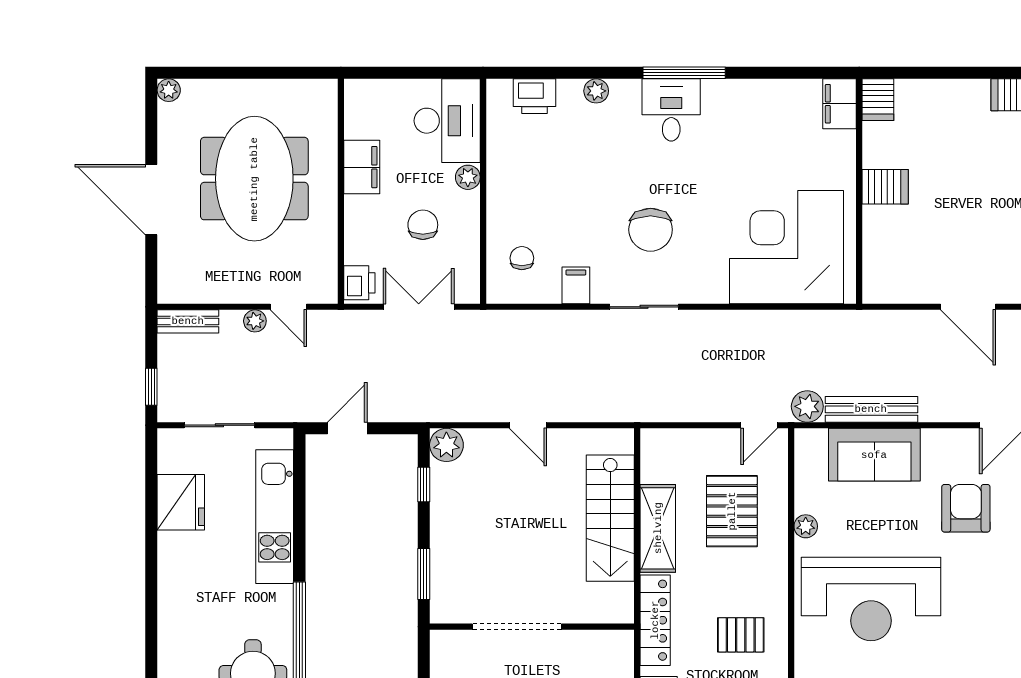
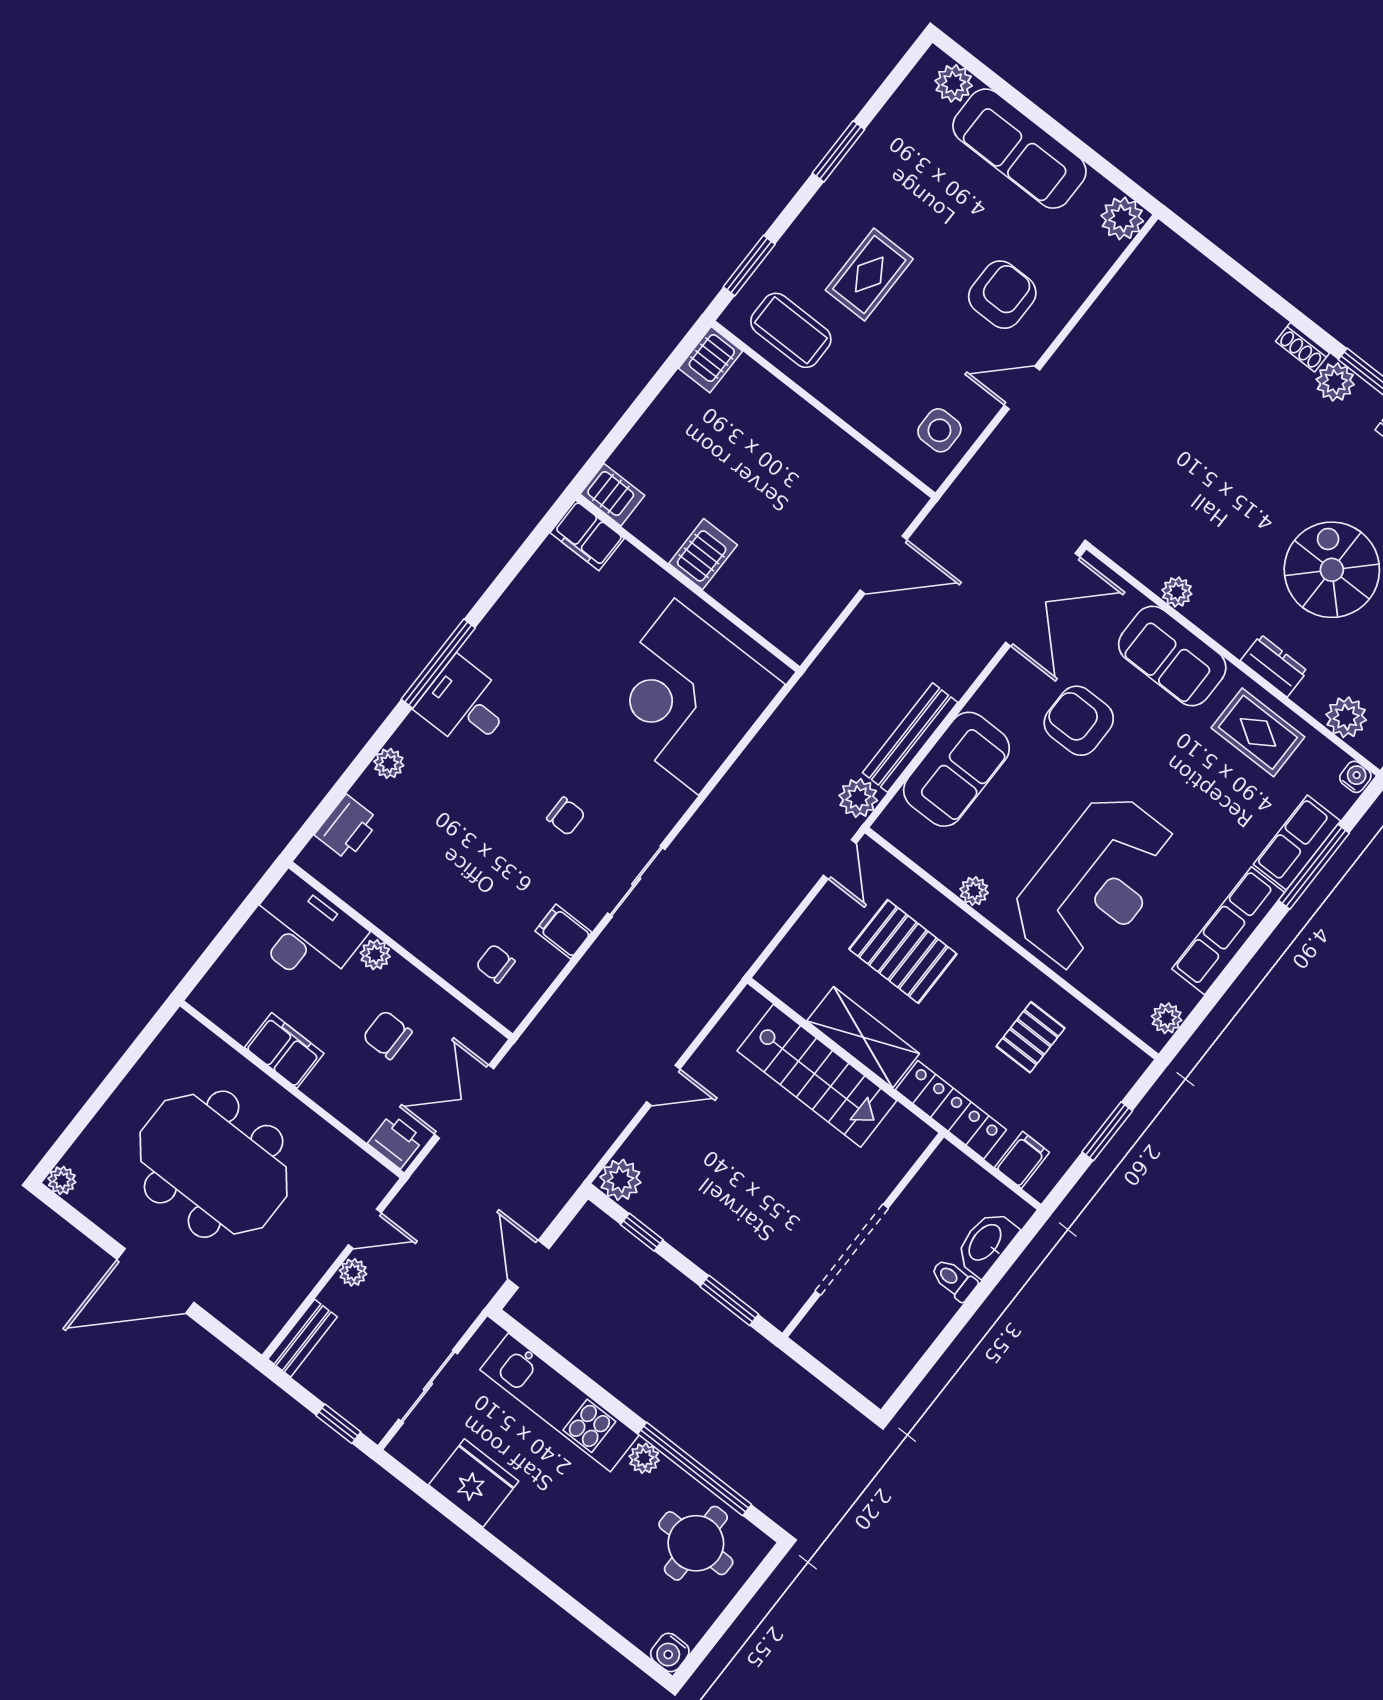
chair: (651, 230) -> (566, 816), width x0.54, depth x0.54
plant: (281, 598) -> (644, 1458), added

